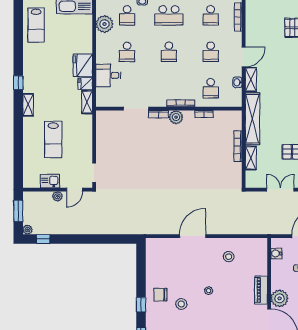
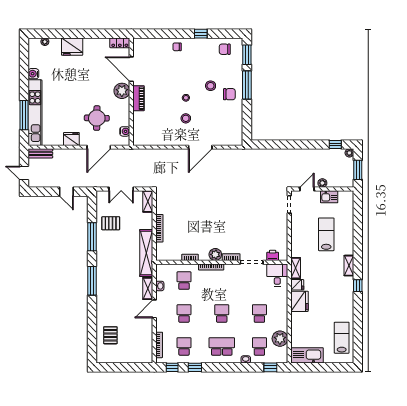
desk: (108, 75) -> (277, 275), moved, turned -90
printer: (113, 116) -> (273, 255), added
shelving: (251, 158) -> (148, 201), moved
stool: (229, 257) -> (186, 118), moved
window: (141, 305) -> (247, 85), width x2.17

